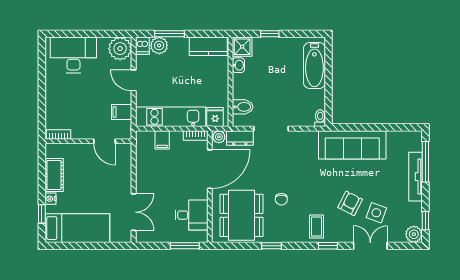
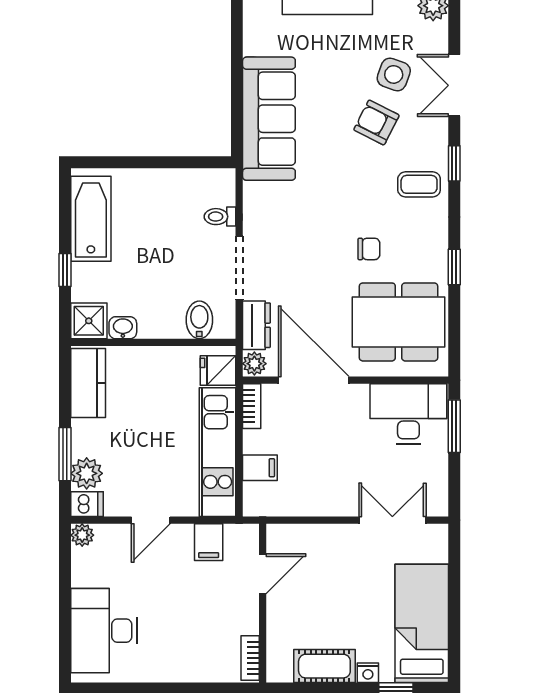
plant: (120, 49) -> (82, 535), width x0.53, depth x0.53
bathtub: (314, 65) -> (91, 219), moved, turned -90
toilet: (320, 118) -> (220, 217), moved
desk: (192, 215) -> (408, 414), width x1.37

